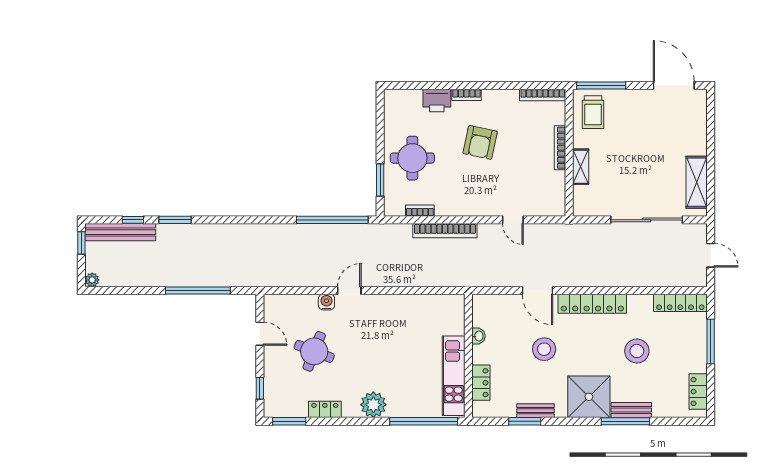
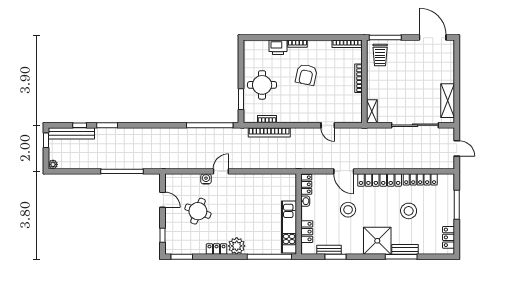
shelving: (581, 167) -> (372, 111), moved
bookcase: (445, 231) -> (269, 132), moved
locker: (680, 303) -> (420, 179), moved
locker: (480, 310) -> (306, 184), added
locker: (325, 409) -> (217, 249), moved
bench: (536, 411) -> (329, 250), moved

